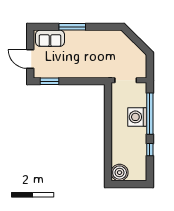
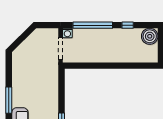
washing machine: (137, 117) -> (67, 33), moved, width x0.53, depth x0.53
boiler: (120, 173) -> (150, 36), moved

